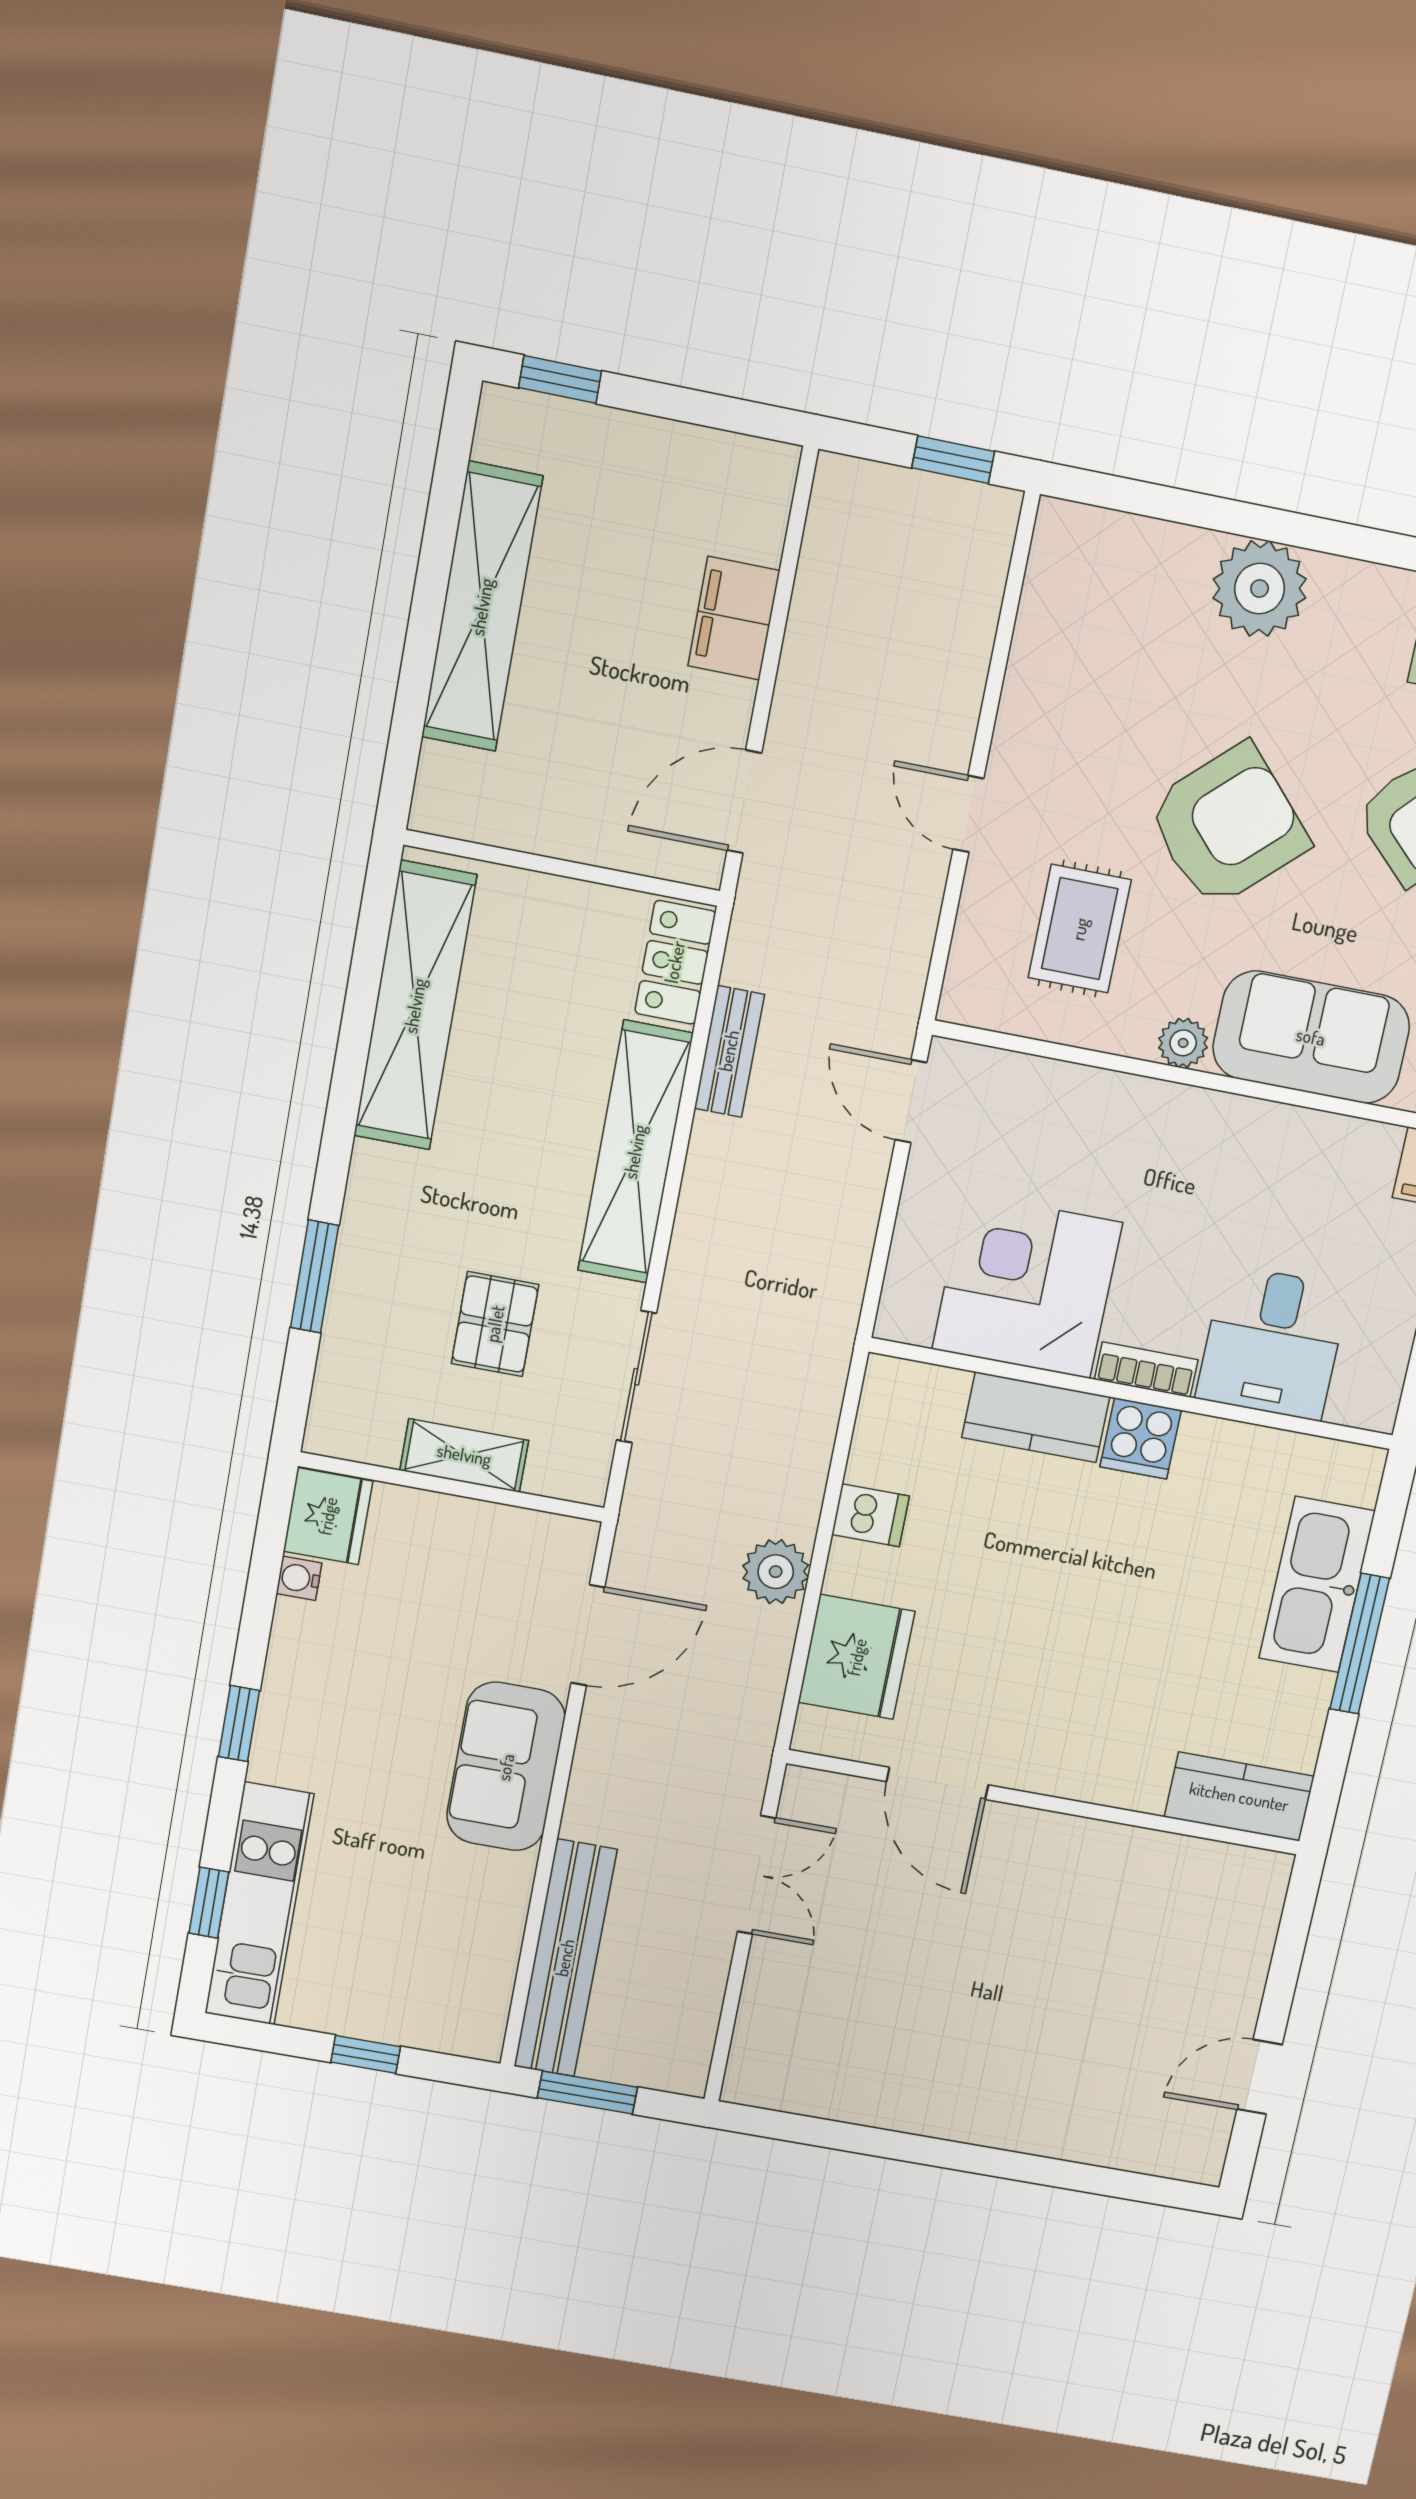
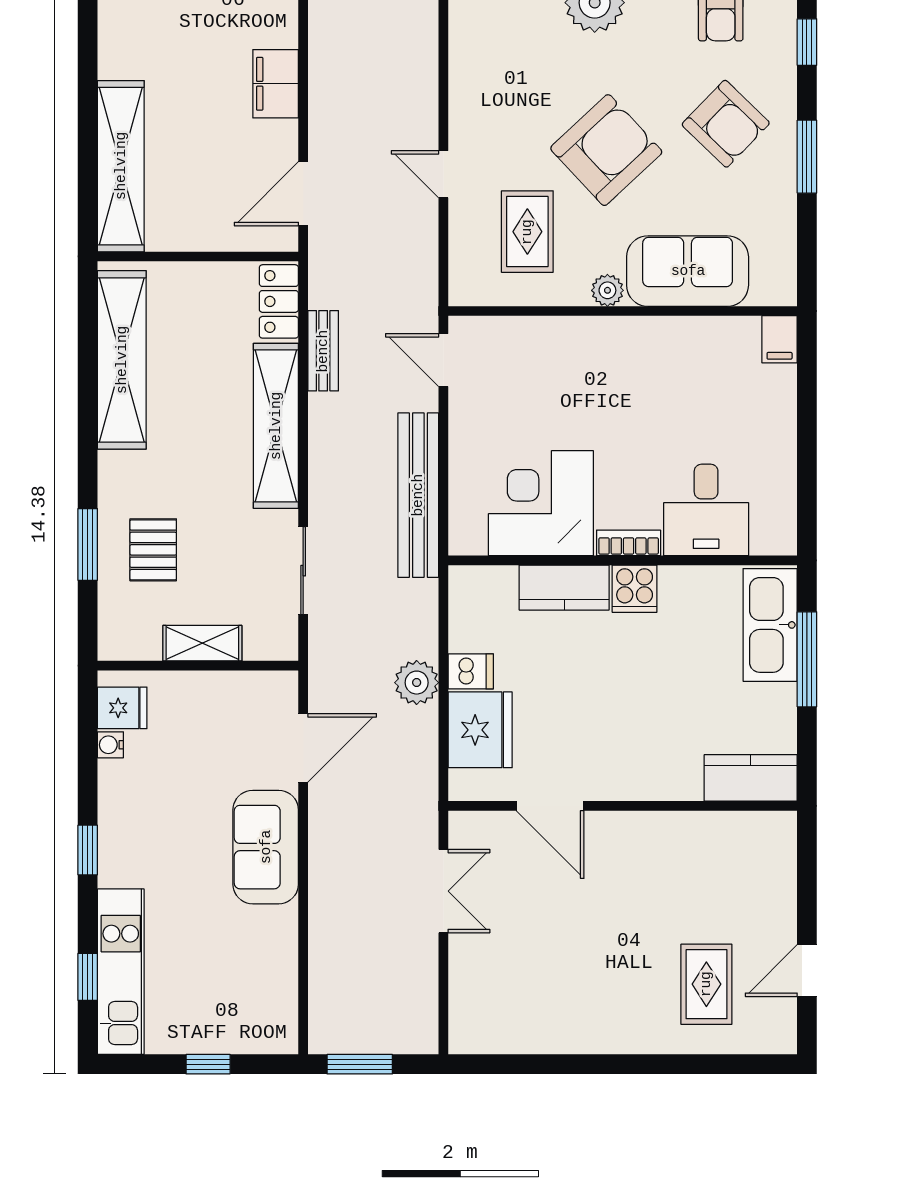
shelving: (482, 607) -> (121, 166), moved
corner desk: (1027, 1286) -> (541, 503), moved
pallet: (495, 1324) -> (153, 550), moved
desk: (1273, 1343) -> (706, 510), moved
bookcase: (1146, 1370) -> (629, 543), moved
wall: (1132, 1394) -> (623, 560), moved
kitchen counter: (1036, 1417) -> (564, 588), moved
cooker: (1141, 1438) -> (635, 589), moved
dishwasher: (871, 1515) -> (471, 671), moved
fridge: (328, 1516) -> (122, 708), width x0.72
bench: (565, 1958) -> (418, 495), moved
rug: (1111, 2070) -> (706, 984), added

